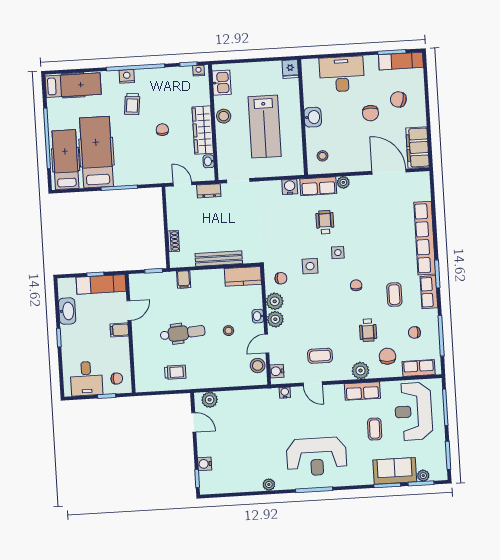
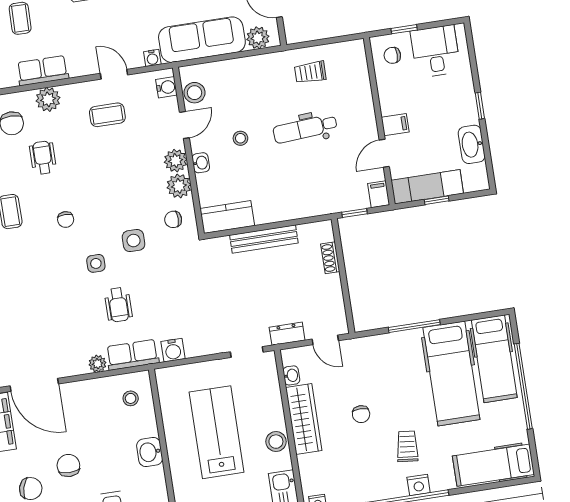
filing cabinet: (184, 279) -> (379, 194), moved
sofa: (249, 402) -> (202, 40), added

